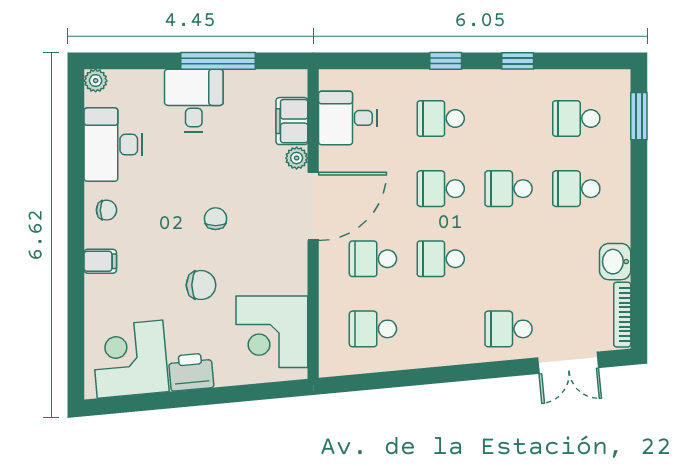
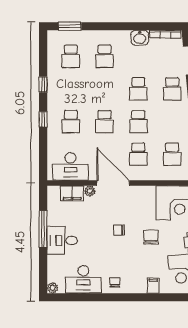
desk: (348, 118) -> (71, 166), width x1.37
school desk: (509, 189) -> (138, 89), moved
filing cabinet: (100, 261) -> (153, 286), moved

